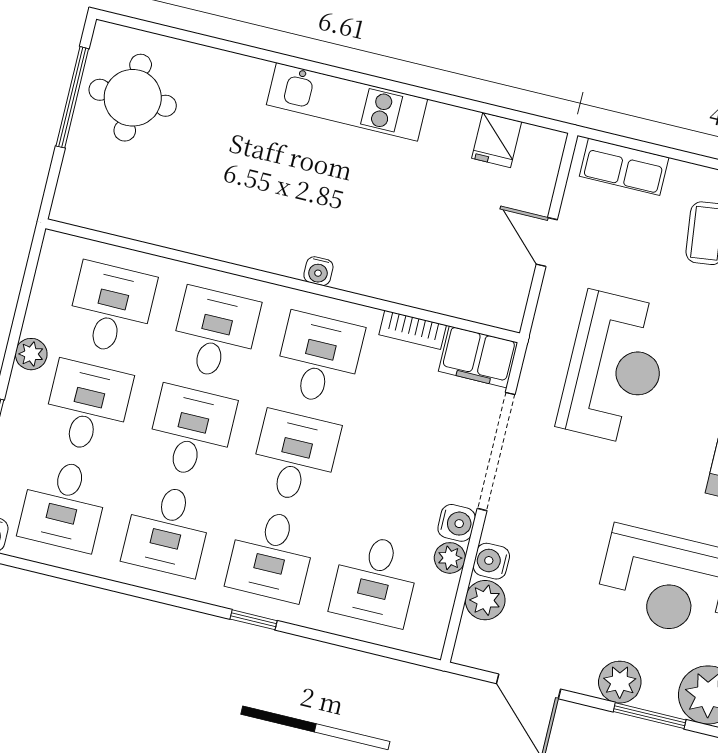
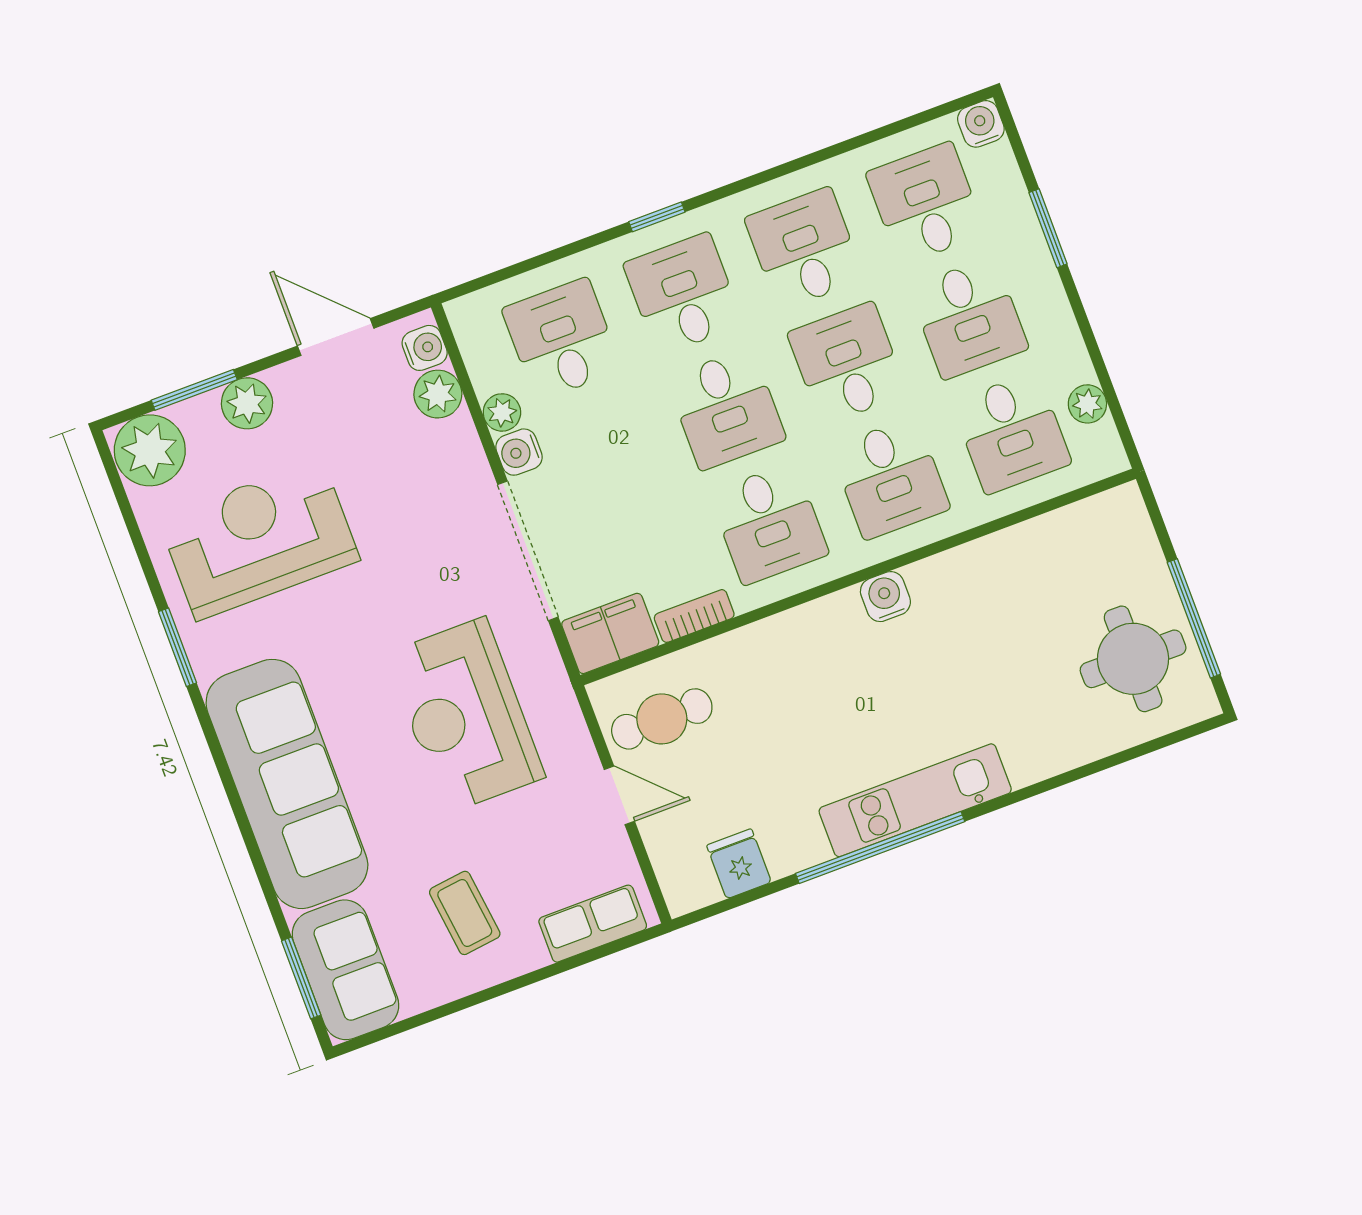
window: (393, 86) -> (880, 848), added
water cooler: (318, 271) -> (885, 597), moved, width x1.38, depth x1.38
cafe table: (482, 275) -> (662, 719), added
plant: (31, 354) -> (1087, 404), moved
desk: (191, 432) -> (847, 363), turned 180
water cooler: (491, 561) -> (425, 348), moved

